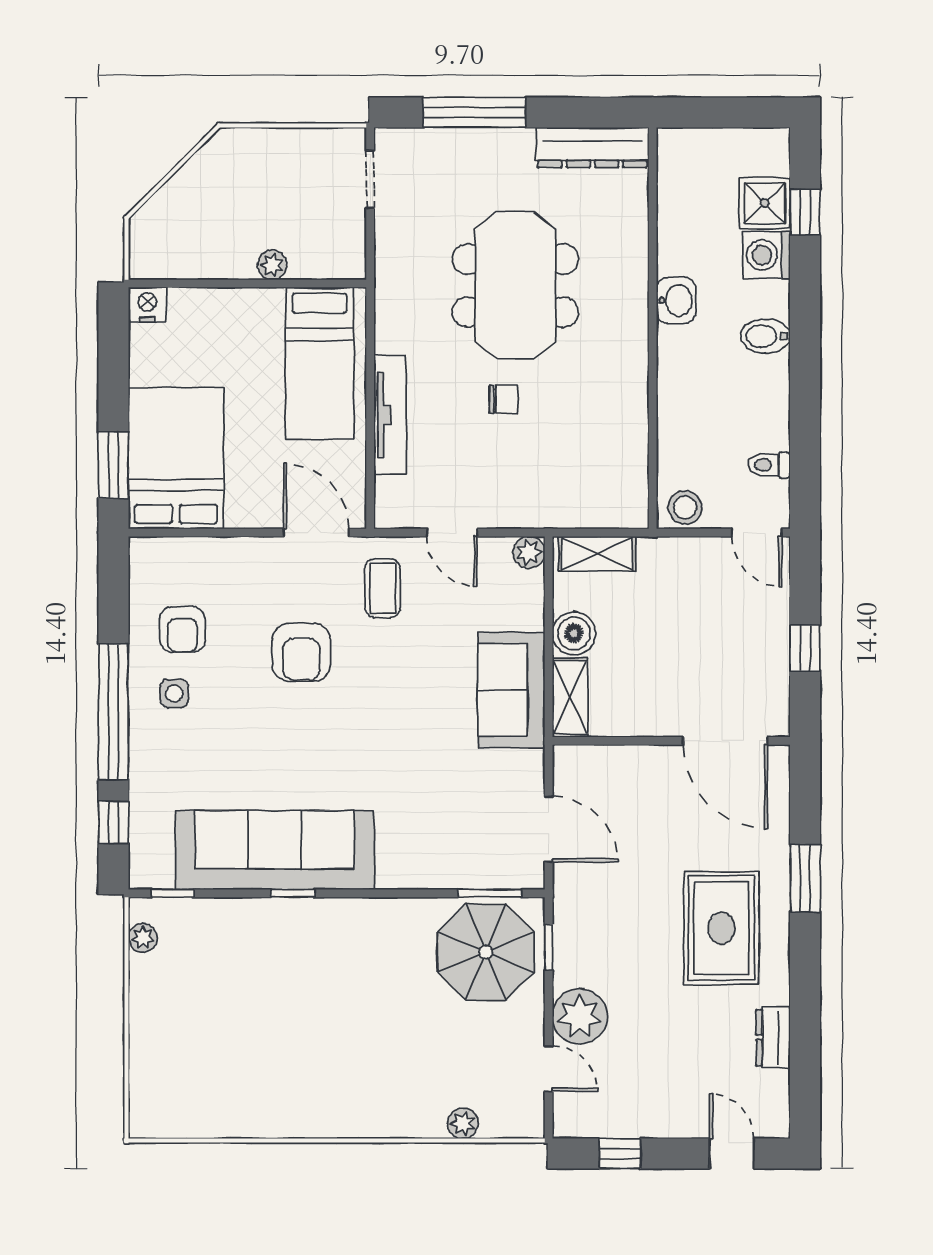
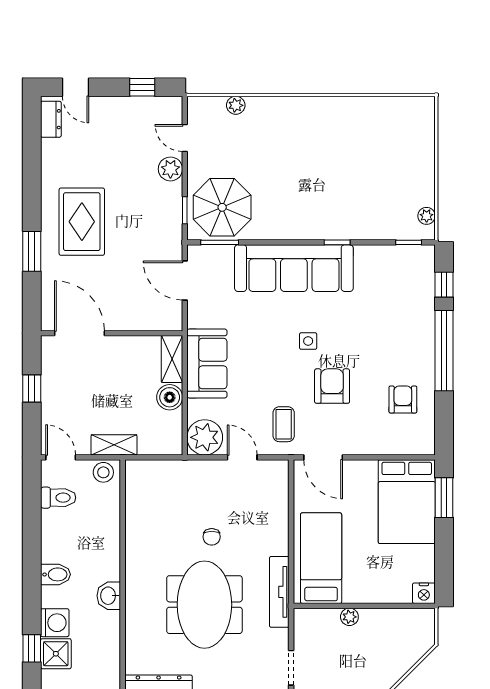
chair: (503, 399) -> (212, 537), turned -90
tv unit: (390, 415) -> (279, 592), moved
toilet: (769, 465) -> (58, 498), width x1.37, depth x1.39
plant: (529, 552) -> (205, 437), width x1.88, depth x1.88
shelving: (597, 554) -> (114, 445), moved
side table: (174, 693) -> (308, 341), moved
sofa: (275, 850) -> (294, 268), moved
plant: (580, 1016) -> (170, 169), width x0.73, depth x0.73
dresser: (773, 1038) -> (51, 119), moved

